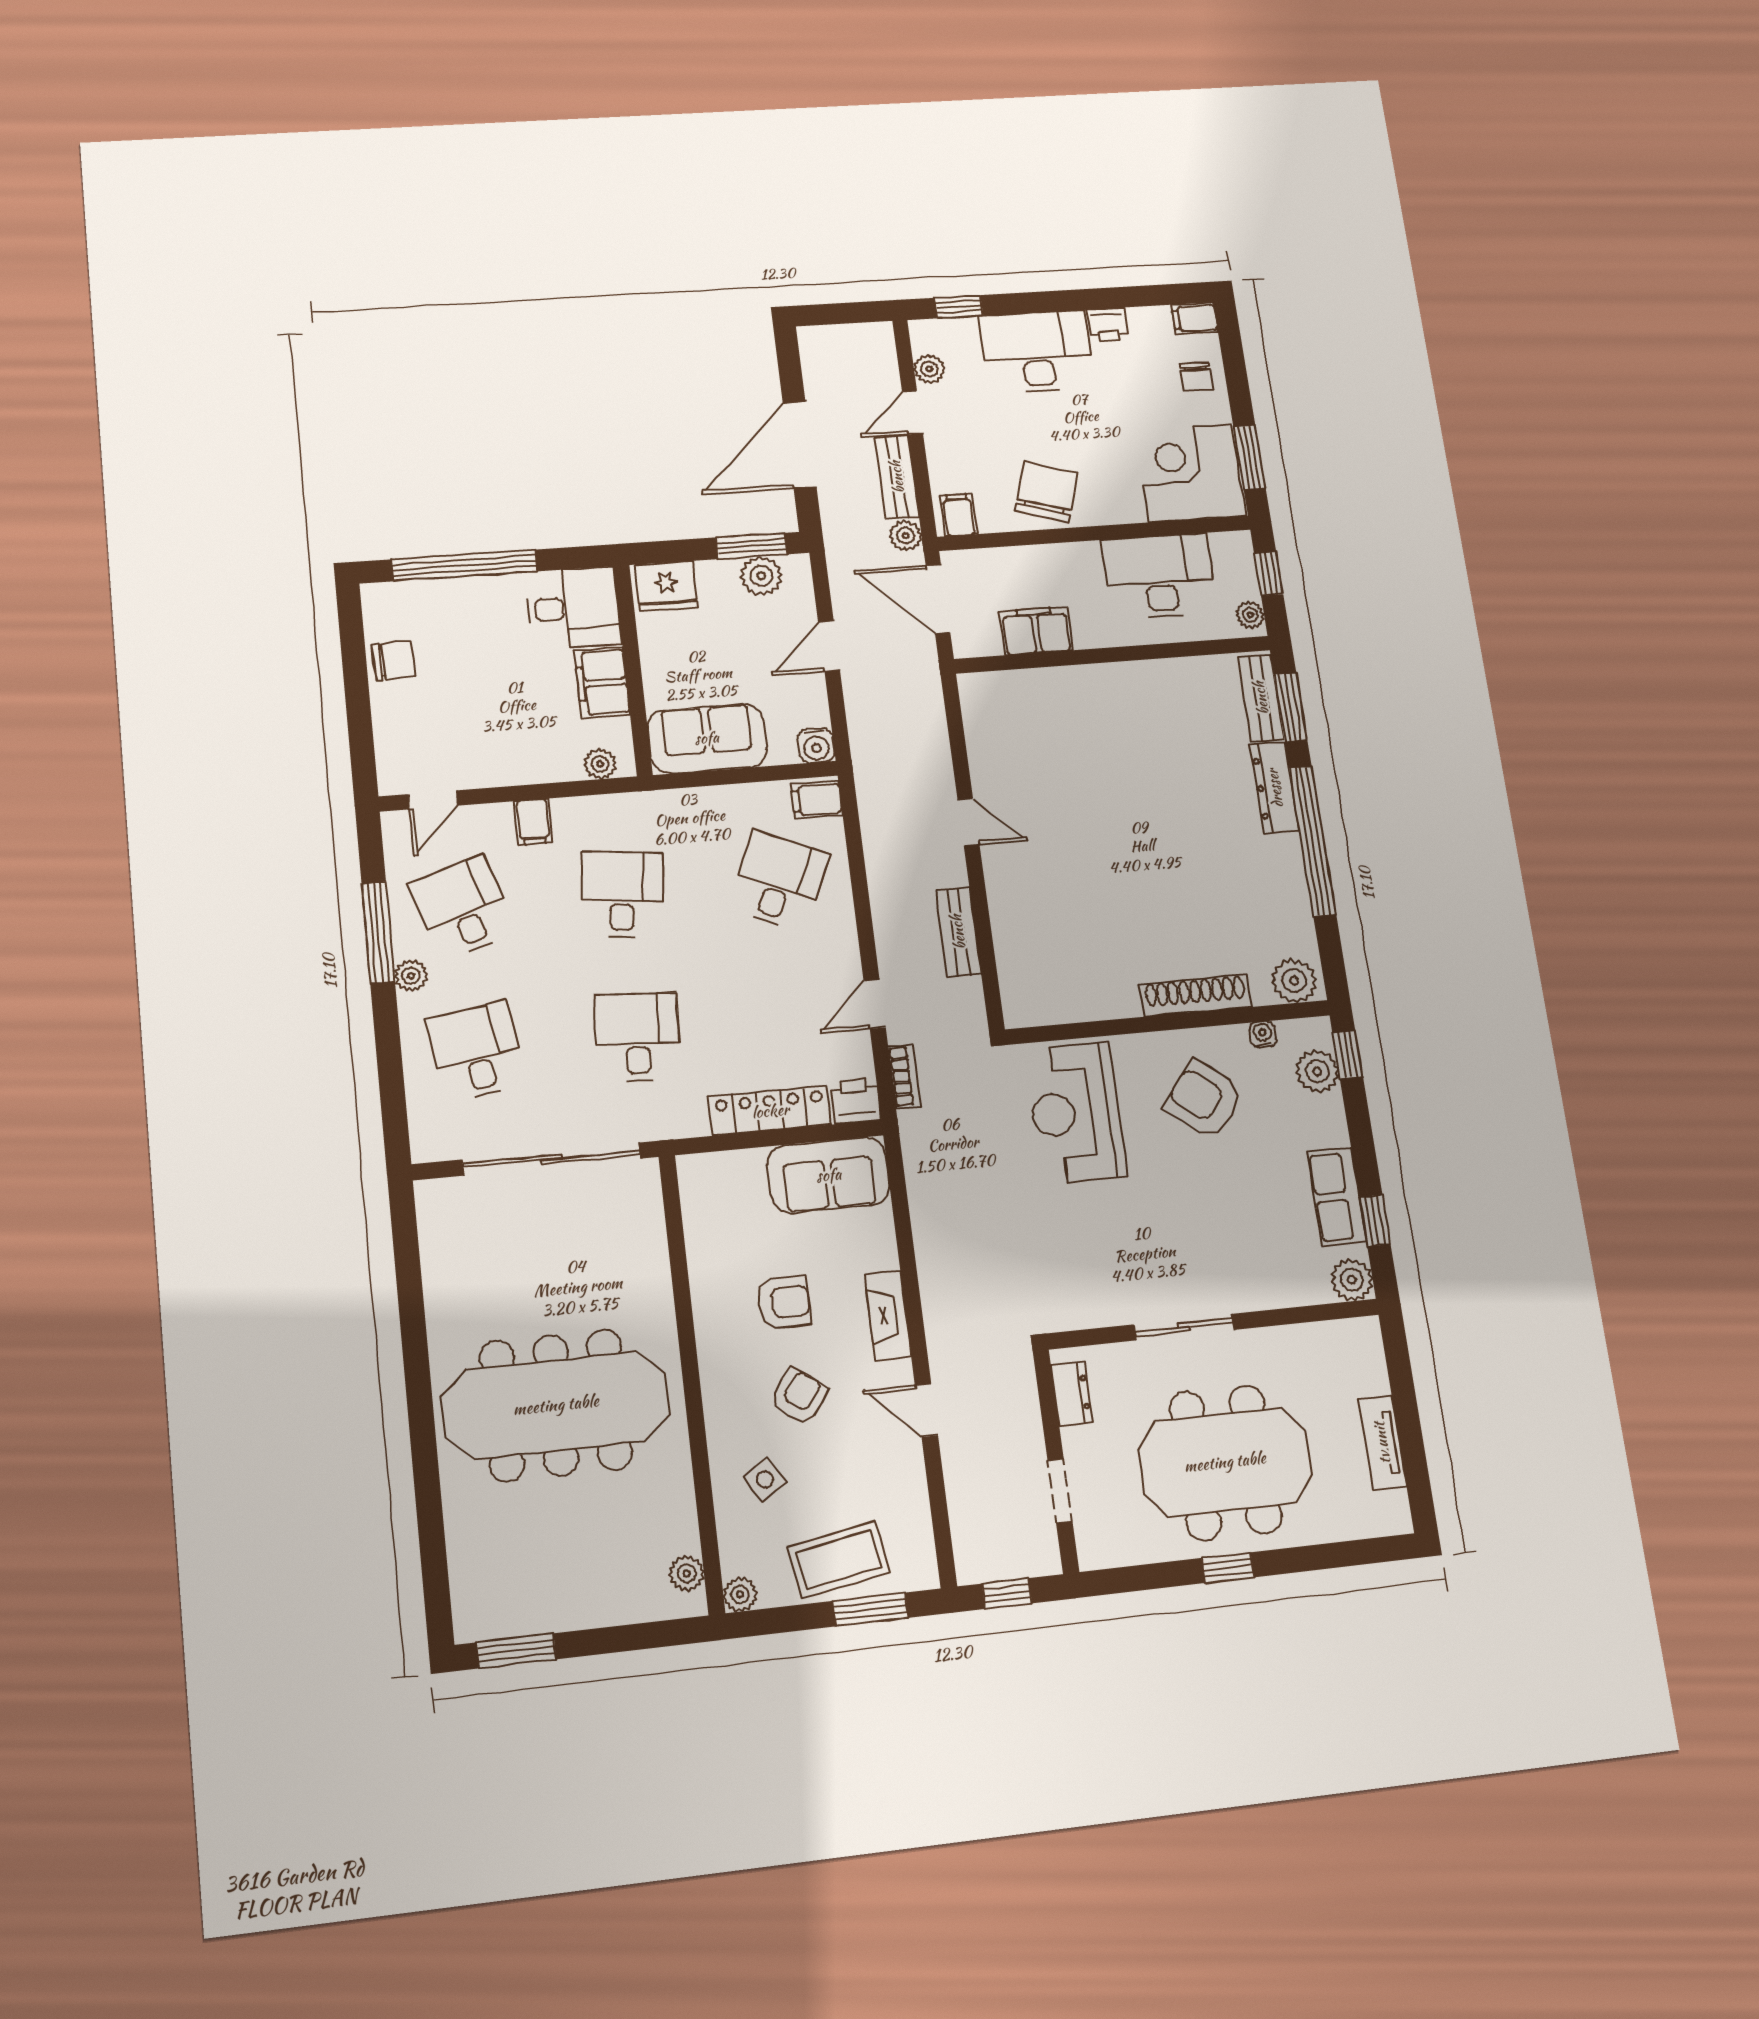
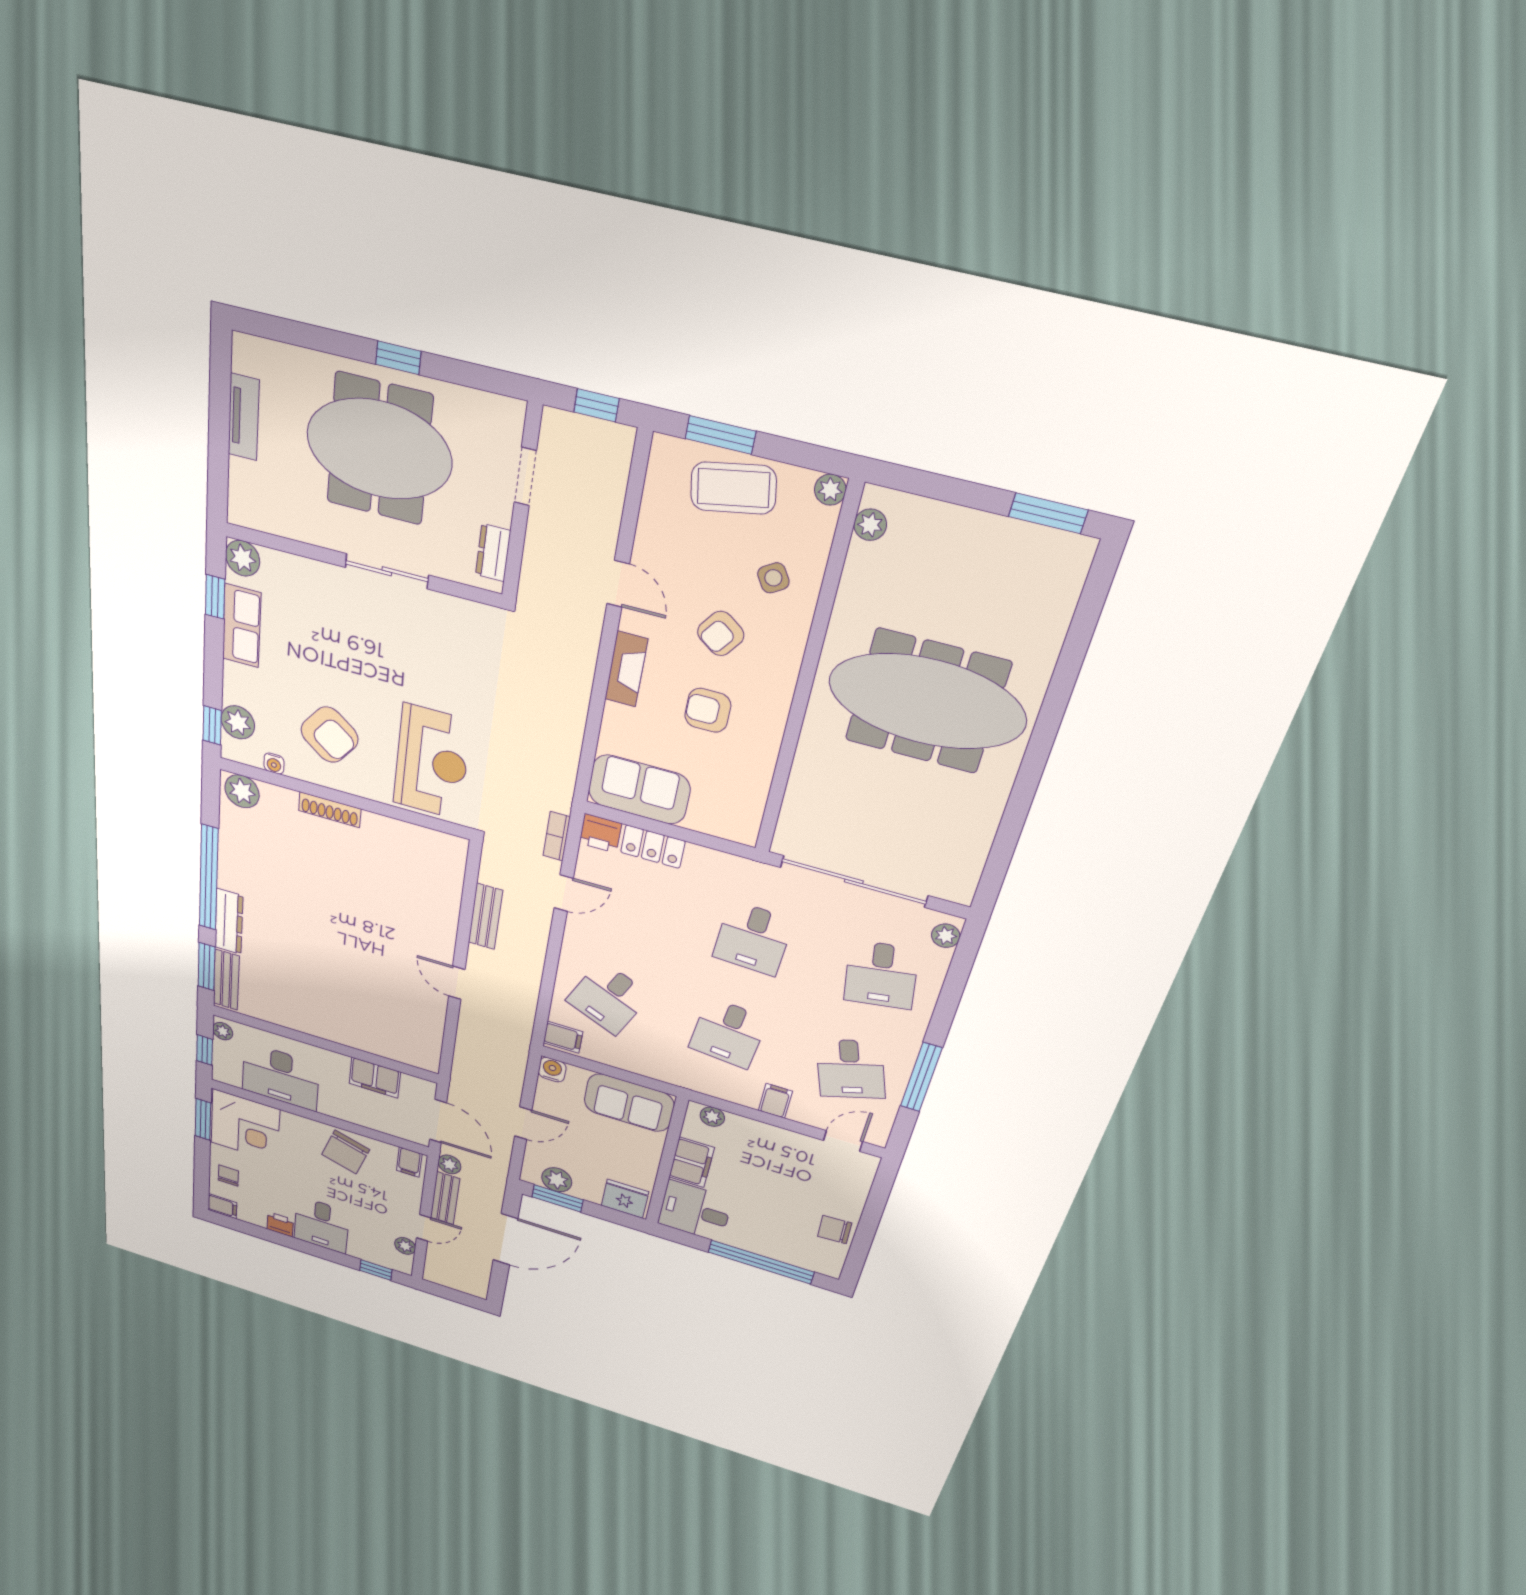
desk: (1037, 352) -> (321, 1225), width x0.73
plant: (411, 976) -> (946, 936), moved
shoe rack: (1196, 995) -> (330, 810), width x0.74, depth x0.81
locker: (770, 1111) -> (653, 847), width x0.66

